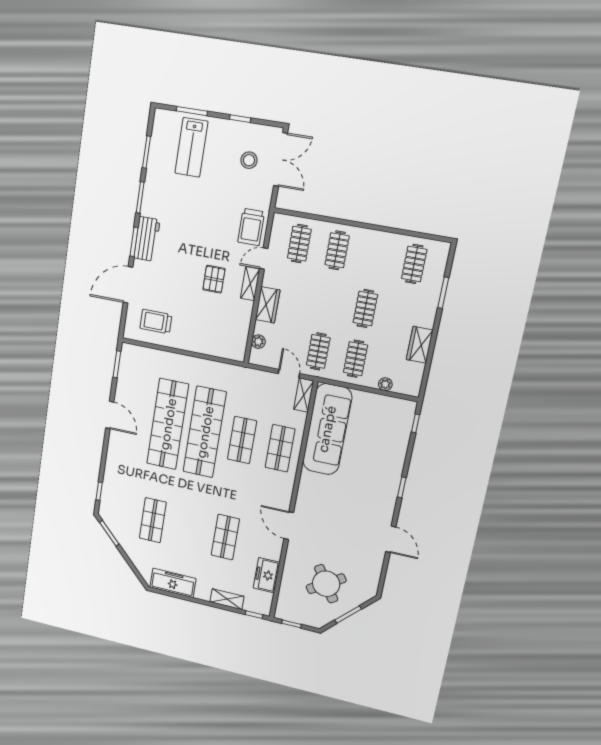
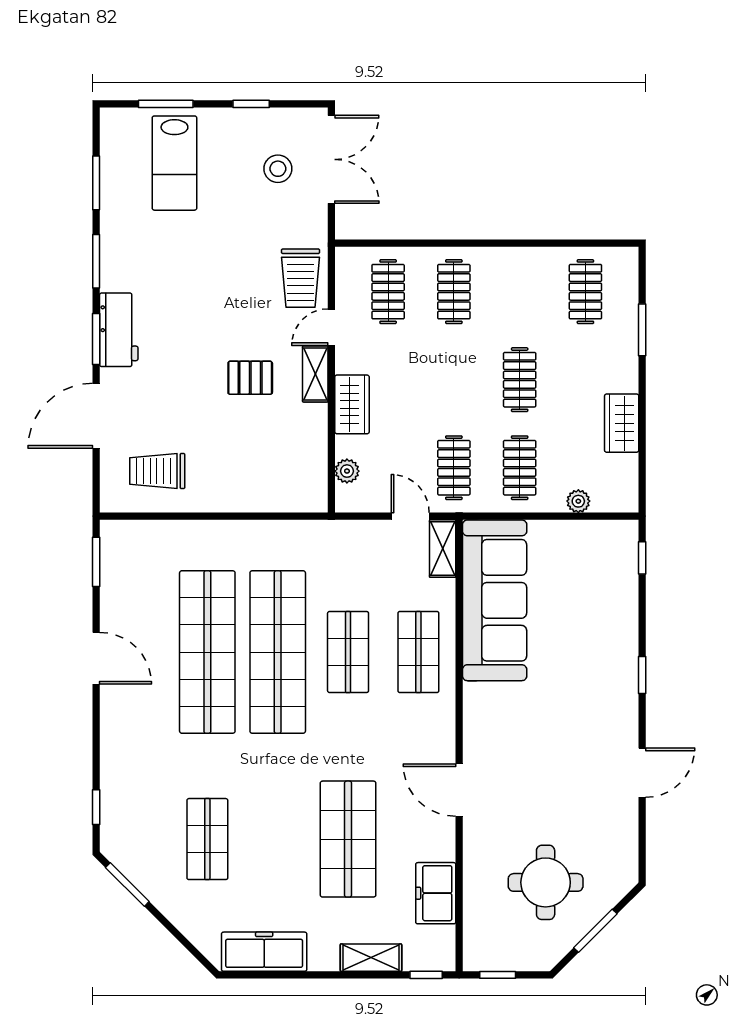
pallet: (214, 279) -> (250, 378), turned 90
shop shelf: (225, 537) -> (348, 839), width x1.43, depth x1.36
door: (391, 539) -> (642, 773), hinge flipped
round table: (326, 584) -> (546, 882), turned 33

